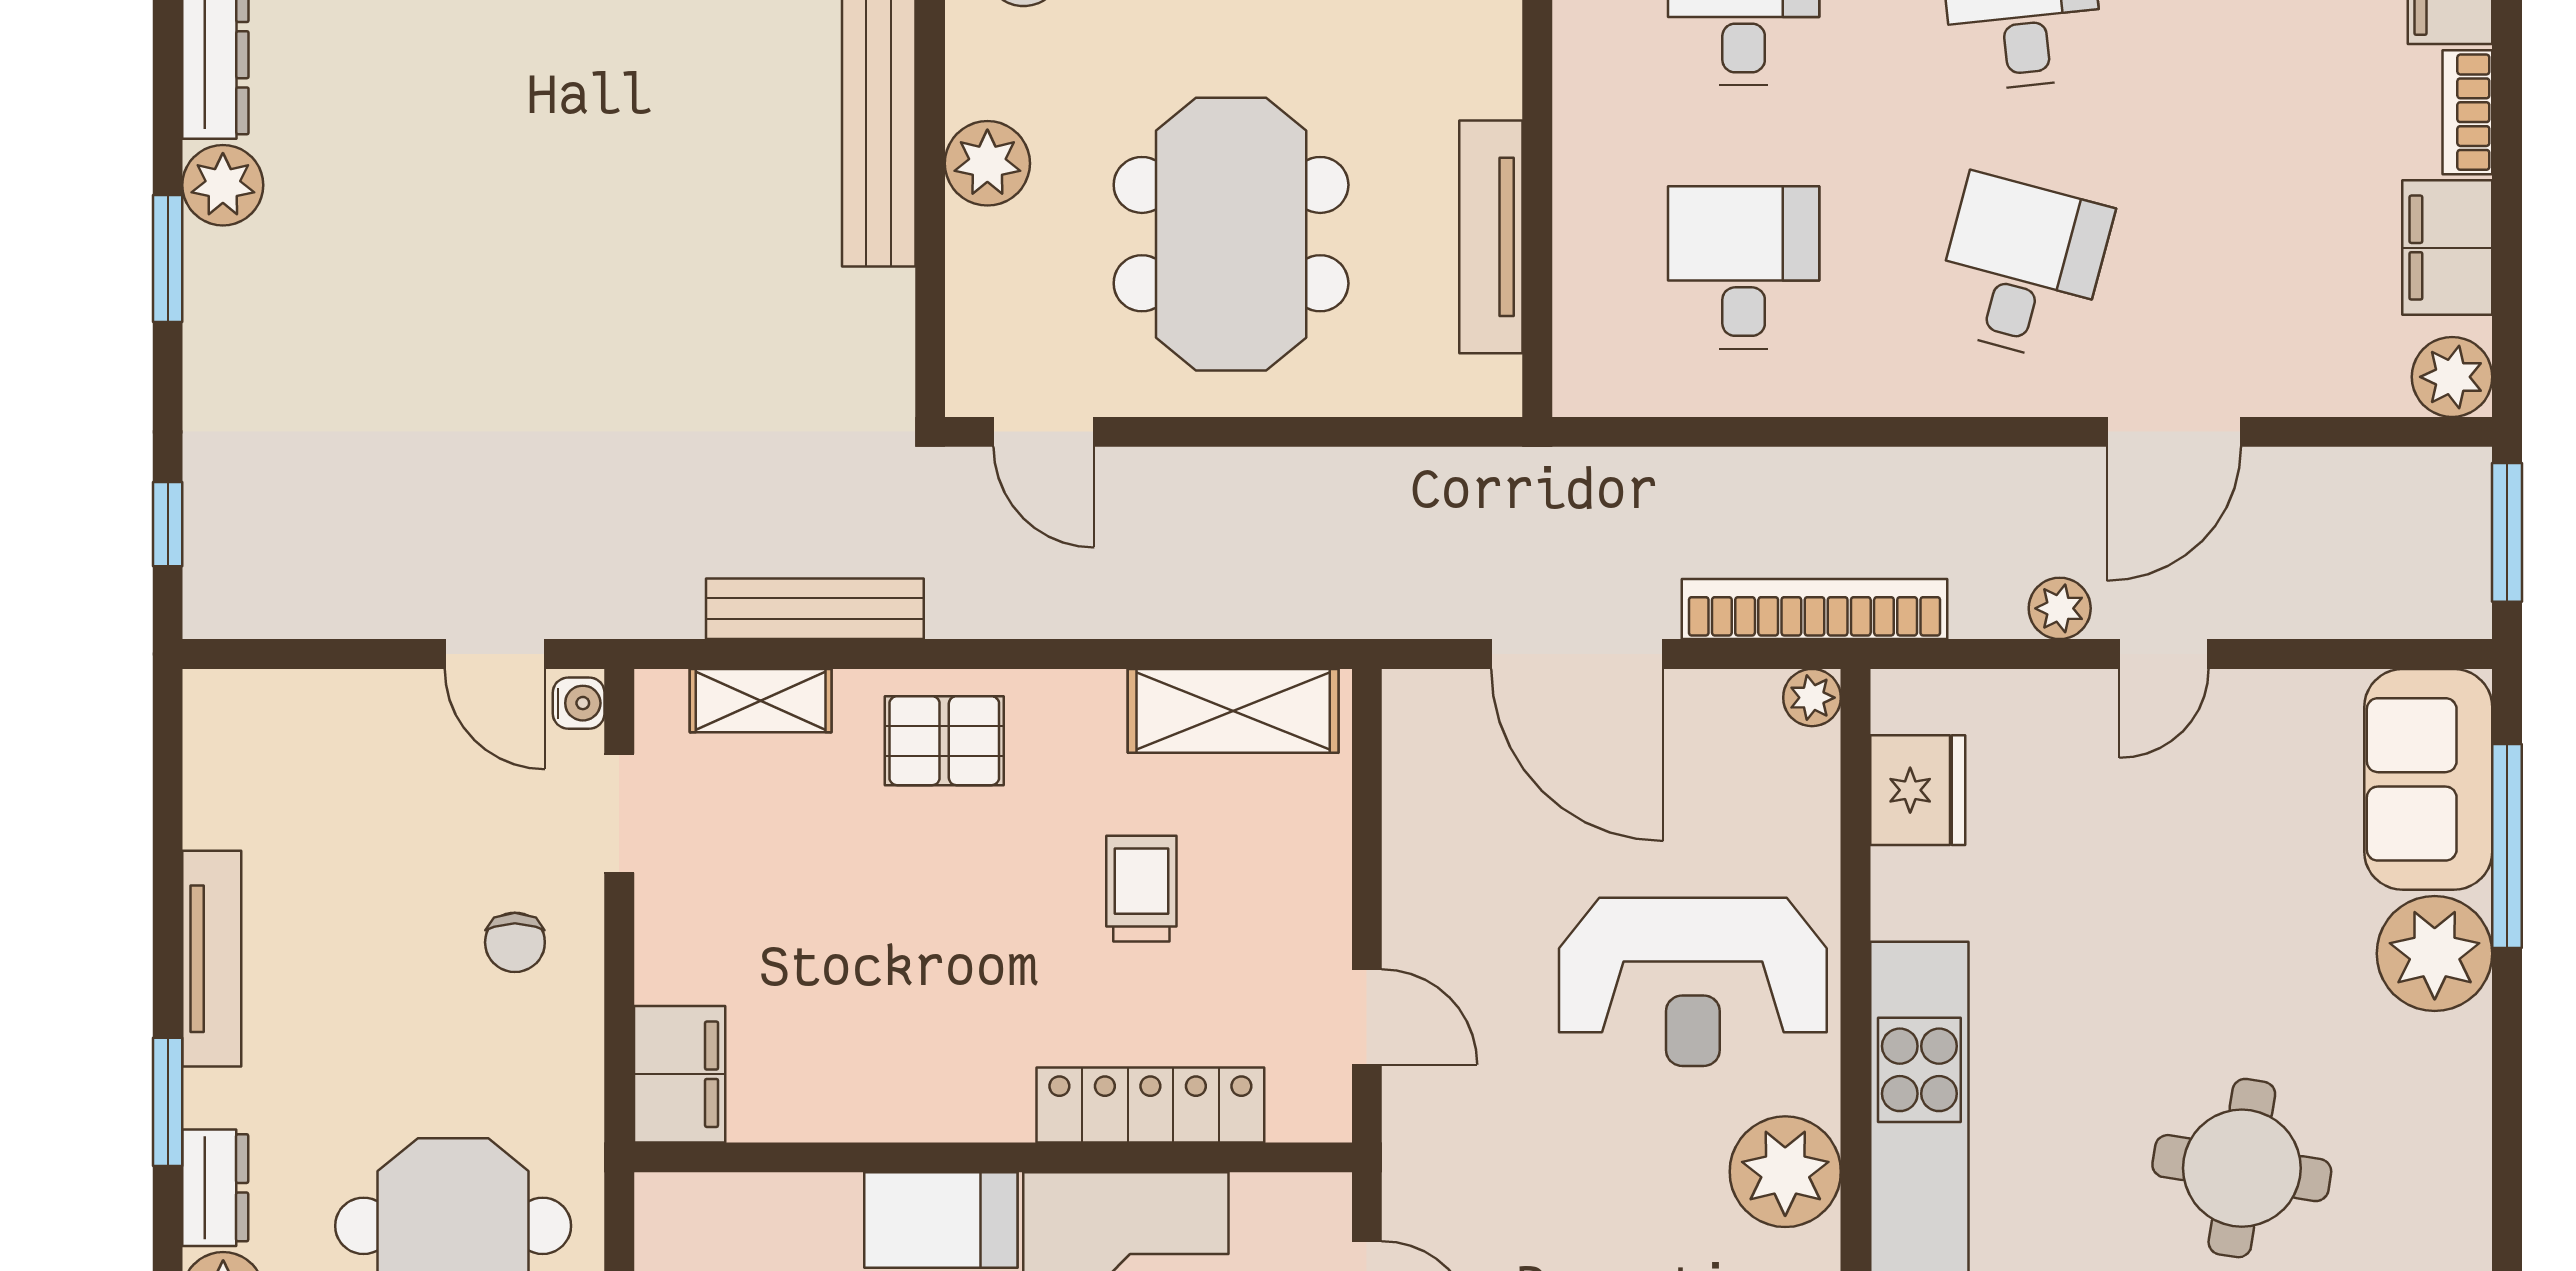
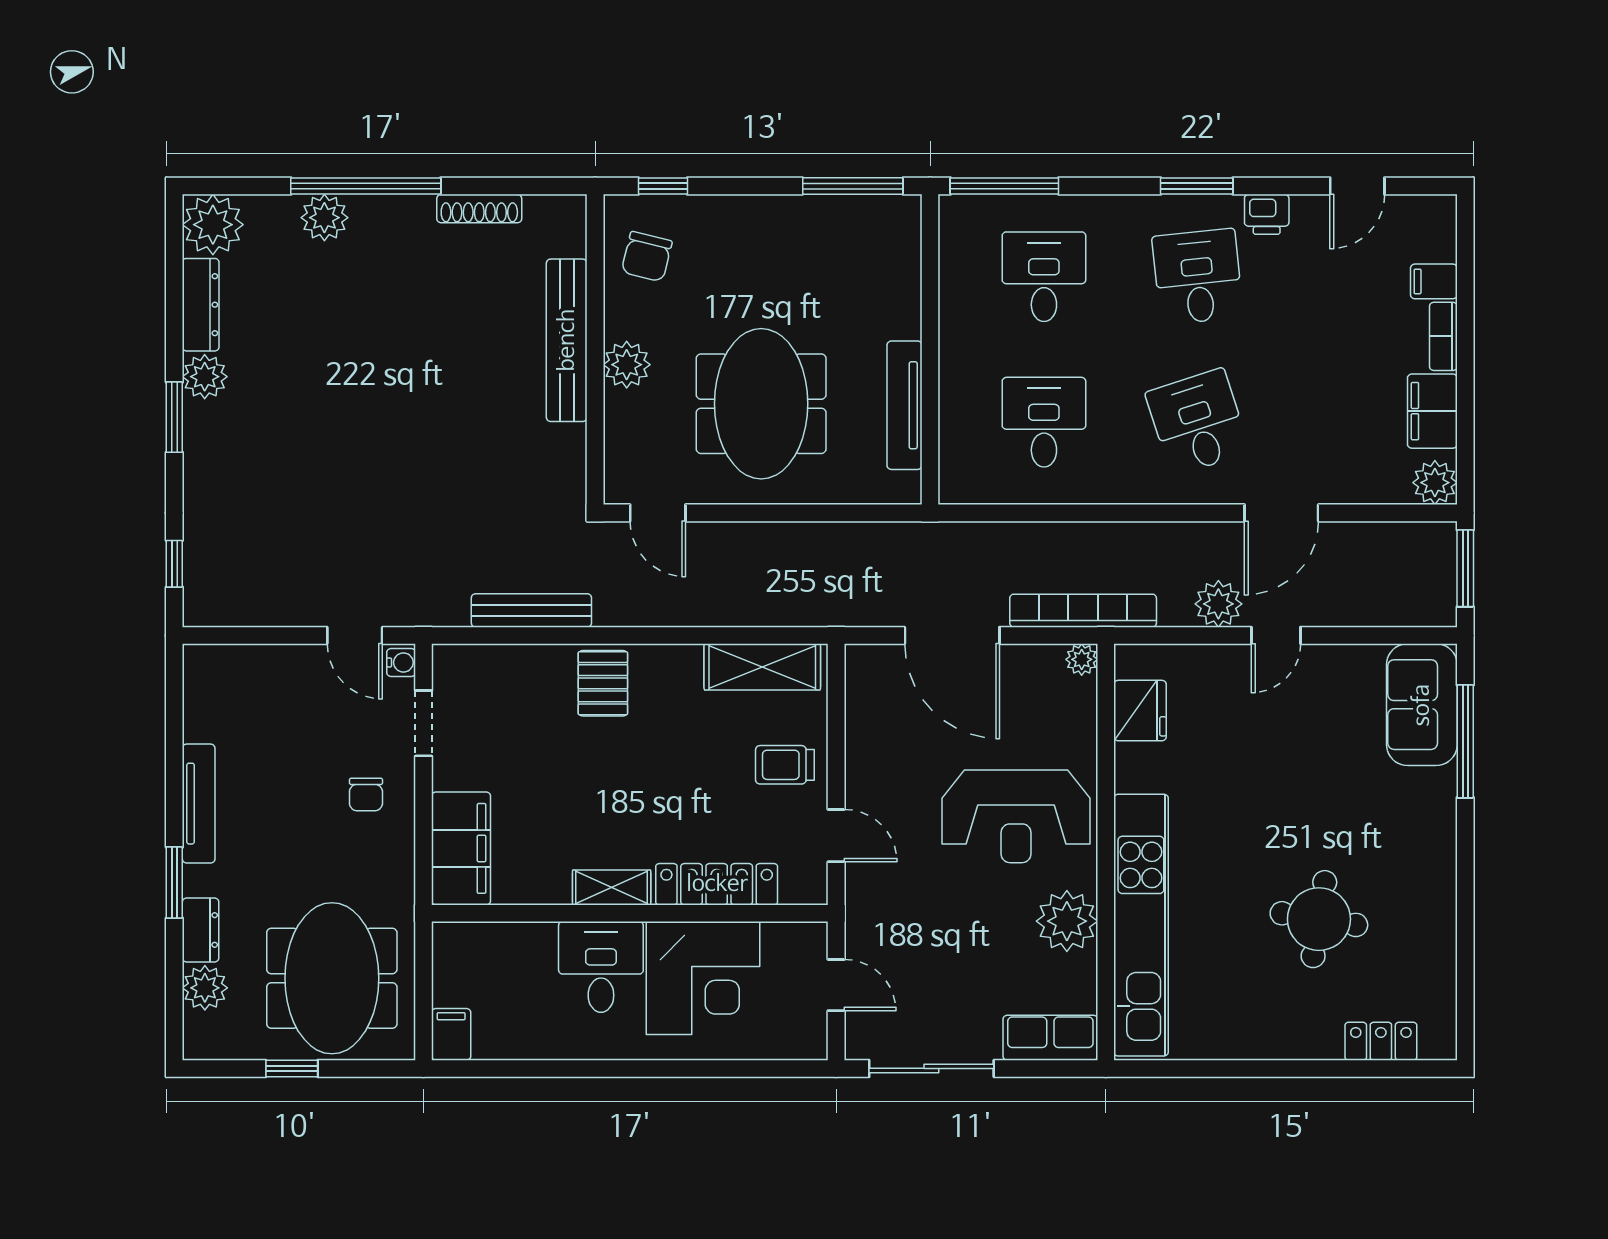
desk: (2022, 268) -> (1198, 422), turned -33
plant: (2060, 608) -> (1218, 604), width x1.38, depth x1.38
shelving: (761, 701) -> (612, 887), moved
pallet: (944, 741) -> (603, 683), turned 90
trolley: (1141, 889) -> (785, 765), moved, turned -90
plant: (2435, 954) -> (1425, 801), removed
filing cabinet: (680, 1074) -> (461, 848), width x1.50, depth x1.17

